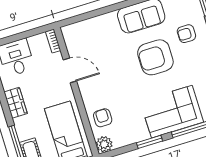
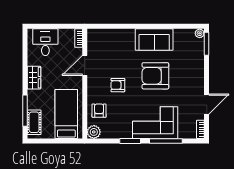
armchair: (186, 34) -> (118, 85), moved
door: (70, 70) -> (85, 65), swing flipped

